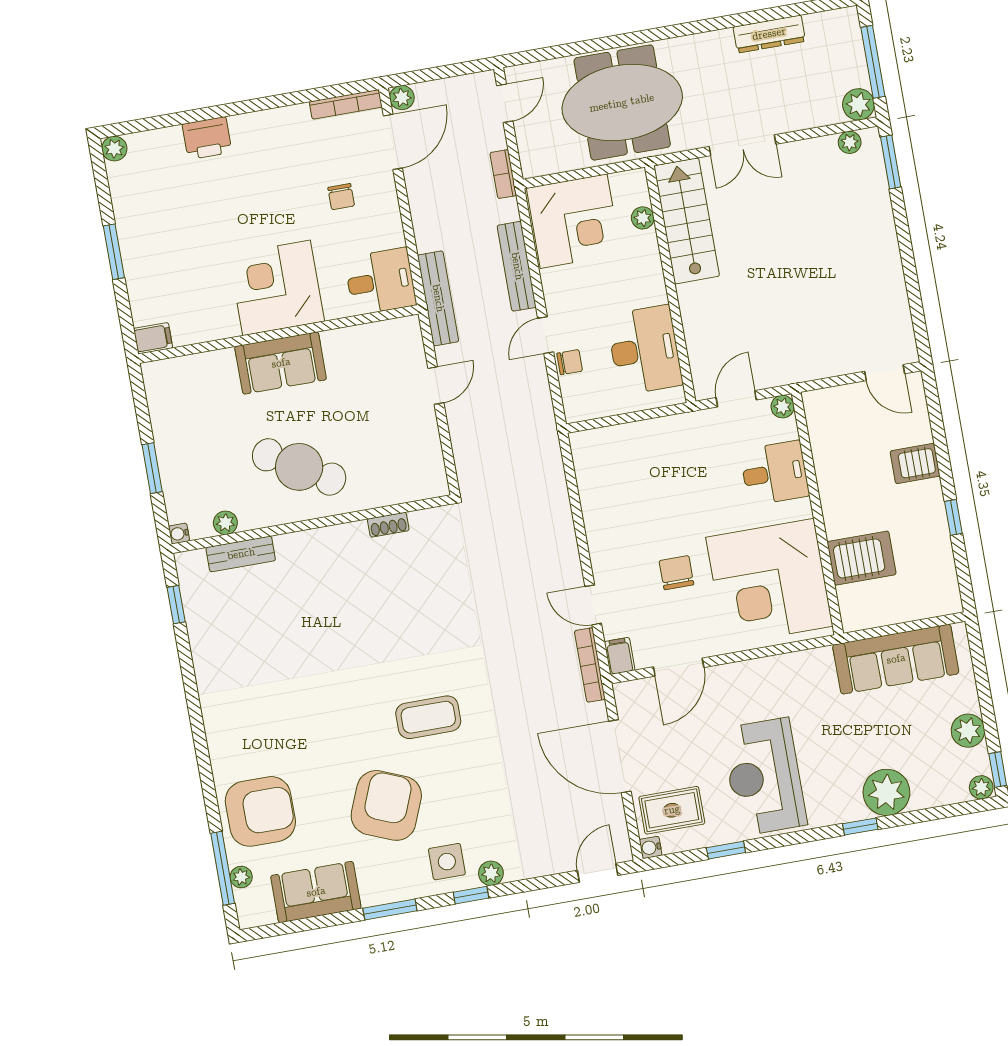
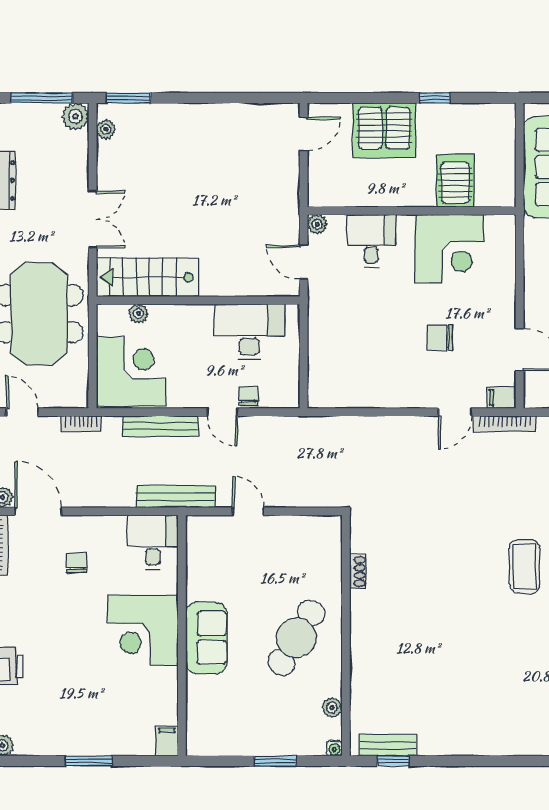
chair: (341, 197) -> (76, 563), turned -90
server rack: (915, 464) -> (384, 130), width x2.18, depth x1.44
bench: (241, 554) -> (388, 745), moved, turned 90
corner desk: (769, 582) -> (449, 249), width x0.74, depth x0.74

